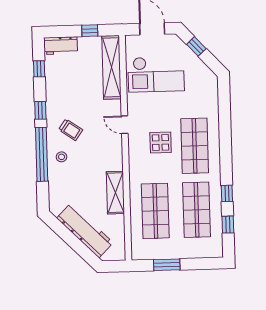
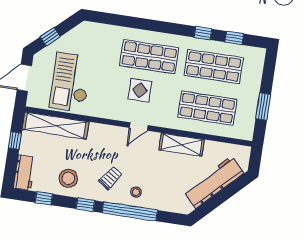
checkout: (156, 74) -> (71, 82), turned 180
stool: (63, 89) -> (68, 178), added
door: (125, 125) -> (139, 127), moved

